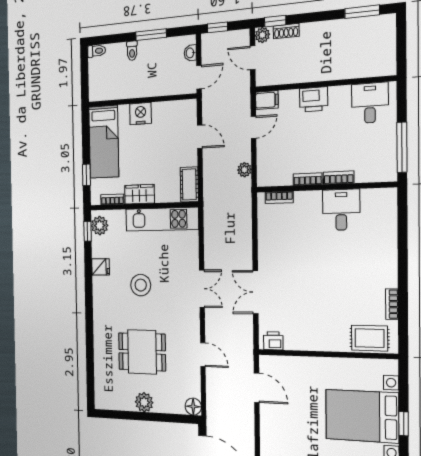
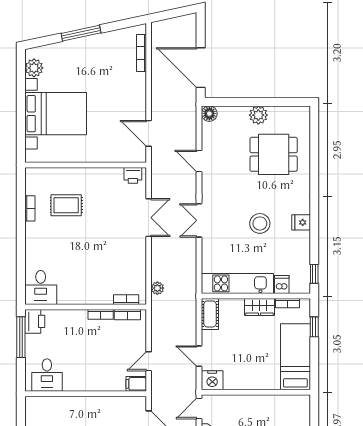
printer: (314, 99) -> (35, 321), moved, turned 90
nightstand: (141, 114) -> (212, 380), moved
plant: (244, 170) -> (157, 288), moved
bookcase: (339, 178) -> (127, 315), moved
desk: (341, 210) -> (41, 288), moved
dishwasher: (118, 219) -> (282, 284), added
plant: (100, 226) -> (301, 279), removed
fridge: (101, 267) -> (301, 222), moved
rug: (370, 338) -> (66, 205), moved
dining table: (142, 352) -> (274, 154), moved
window: (404, 424) -> (21, 109), removed

